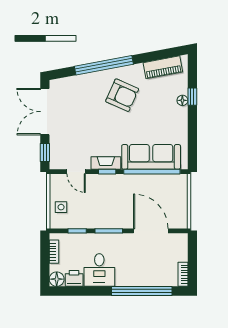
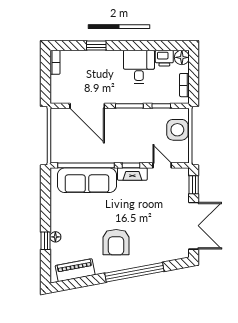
armchair: (122, 95) -> (116, 242), turned -114
side table: (61, 207) -> (177, 130), width x1.87, depth x1.87
window: (142, 291) -> (96, 46), width x0.32

